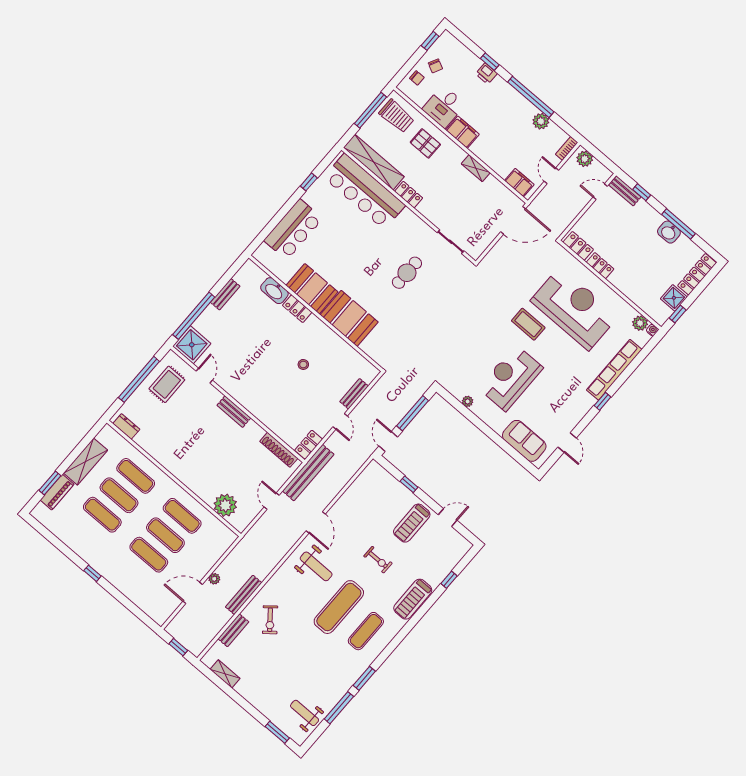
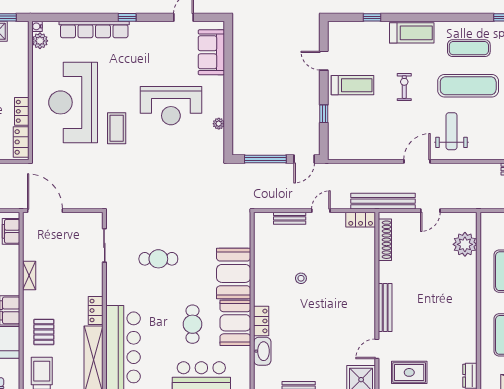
cafe table: (338, 257) -> (192, 324), added
bench: (234, 412) -> (385, 307), width x1.36

